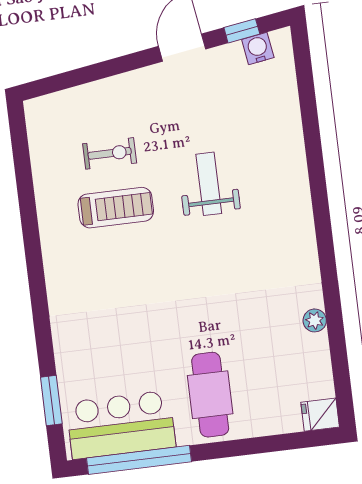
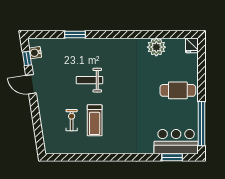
window: (312, 137) -> (75, 34), added
treadmill: (116, 208) -> (95, 120), turned 180
plant: (315, 320) -> (156, 47), width x1.88, depth x1.88
bar counter: (121, 425) -> (176, 142), moved, turned 90

